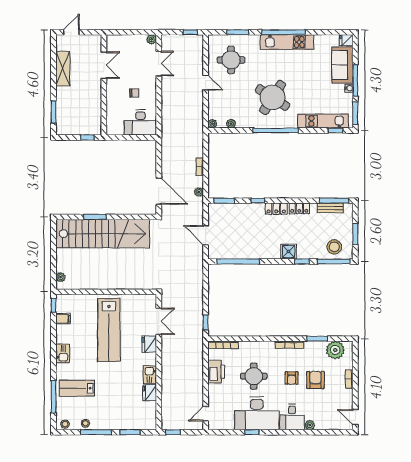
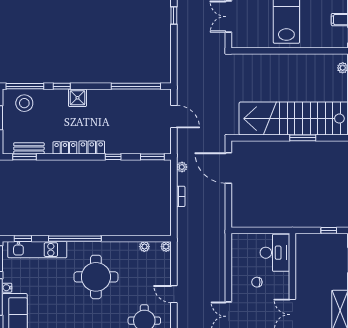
round table: (273, 97) -> (96, 277), turned -33
desk: (140, 122) -> (275, 253), moved, turned 90
window: (276, 130) -> (75, 239), moved
window: (87, 137) -> (329, 230), moved
window: (334, 201) -> (24, 157), width x0.69

